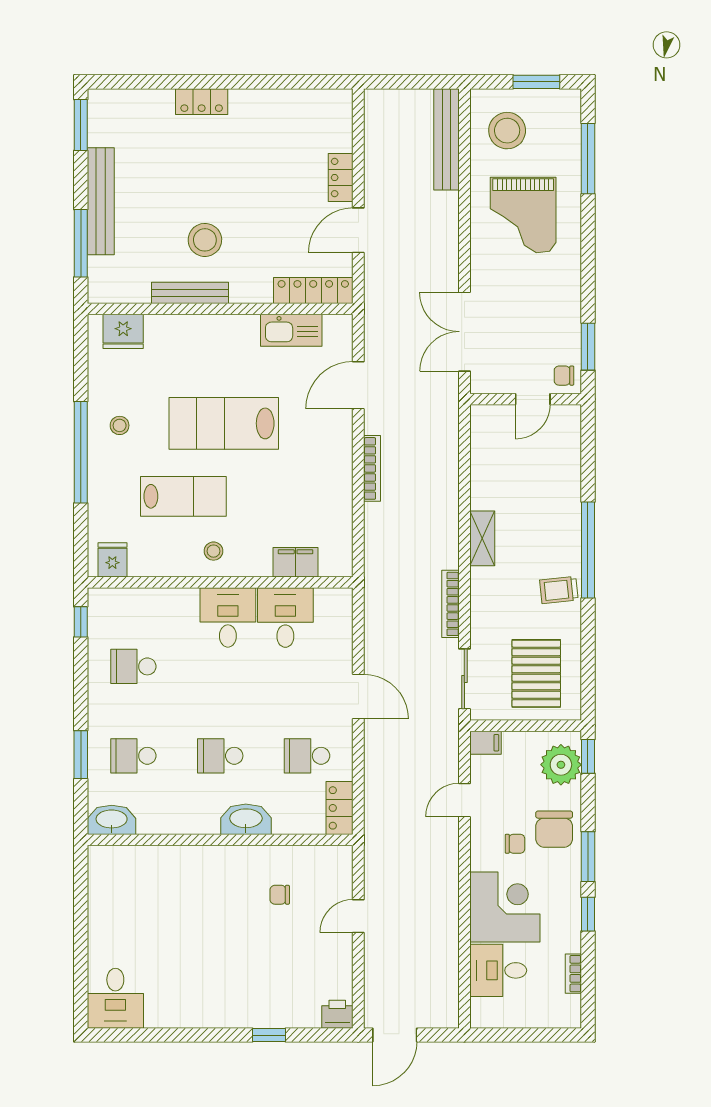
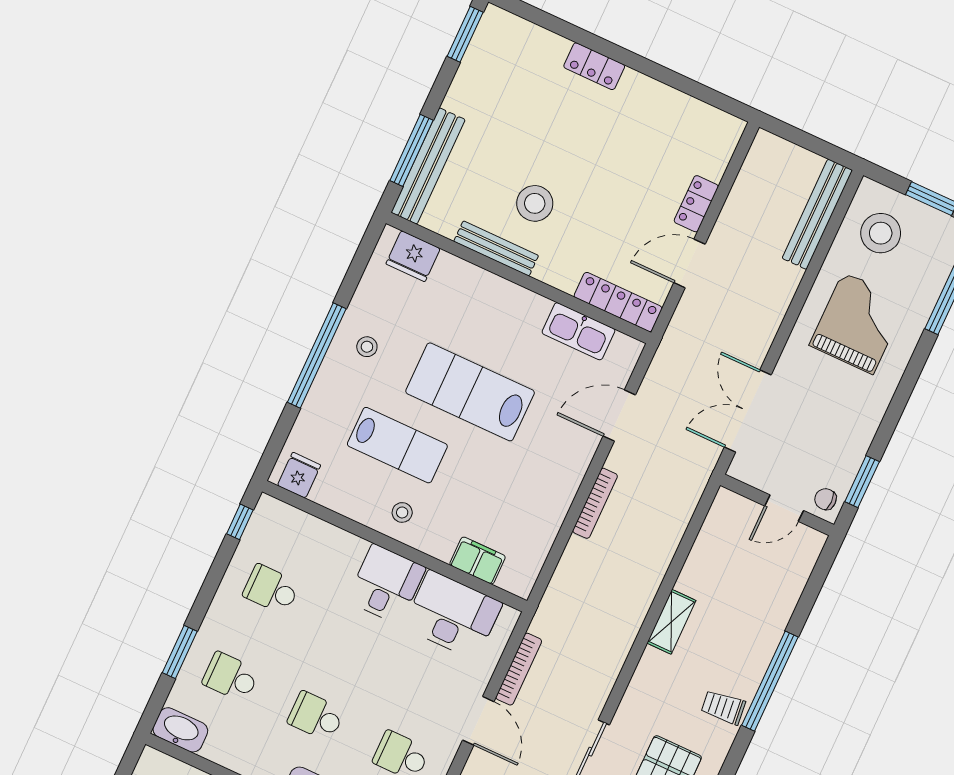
bench: (101, 201) -> (428, 166), moved
grand piano: (523, 215) -> (858, 323), turned 180
bookcase: (451, 604) -> (519, 669), moved, turned 180
desk: (285, 618) -> (453, 615), width x1.37

